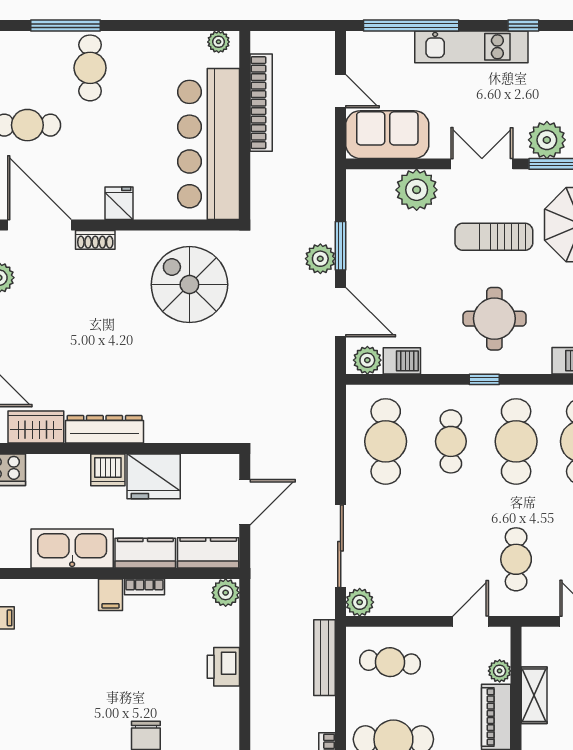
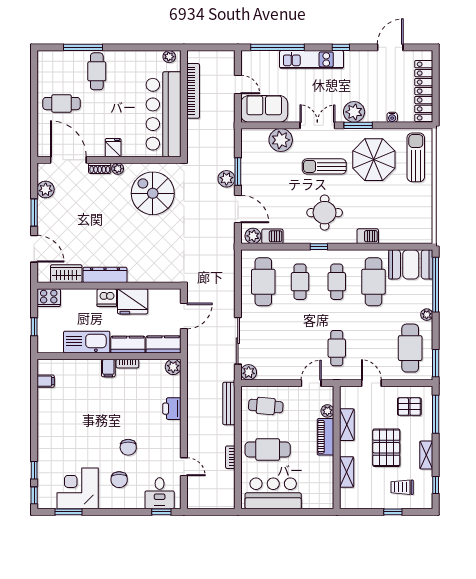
plant: (127, 241) -> (118, 169), added
cafe table: (516, 441) -> (337, 282), width x0.73, depth x0.74

